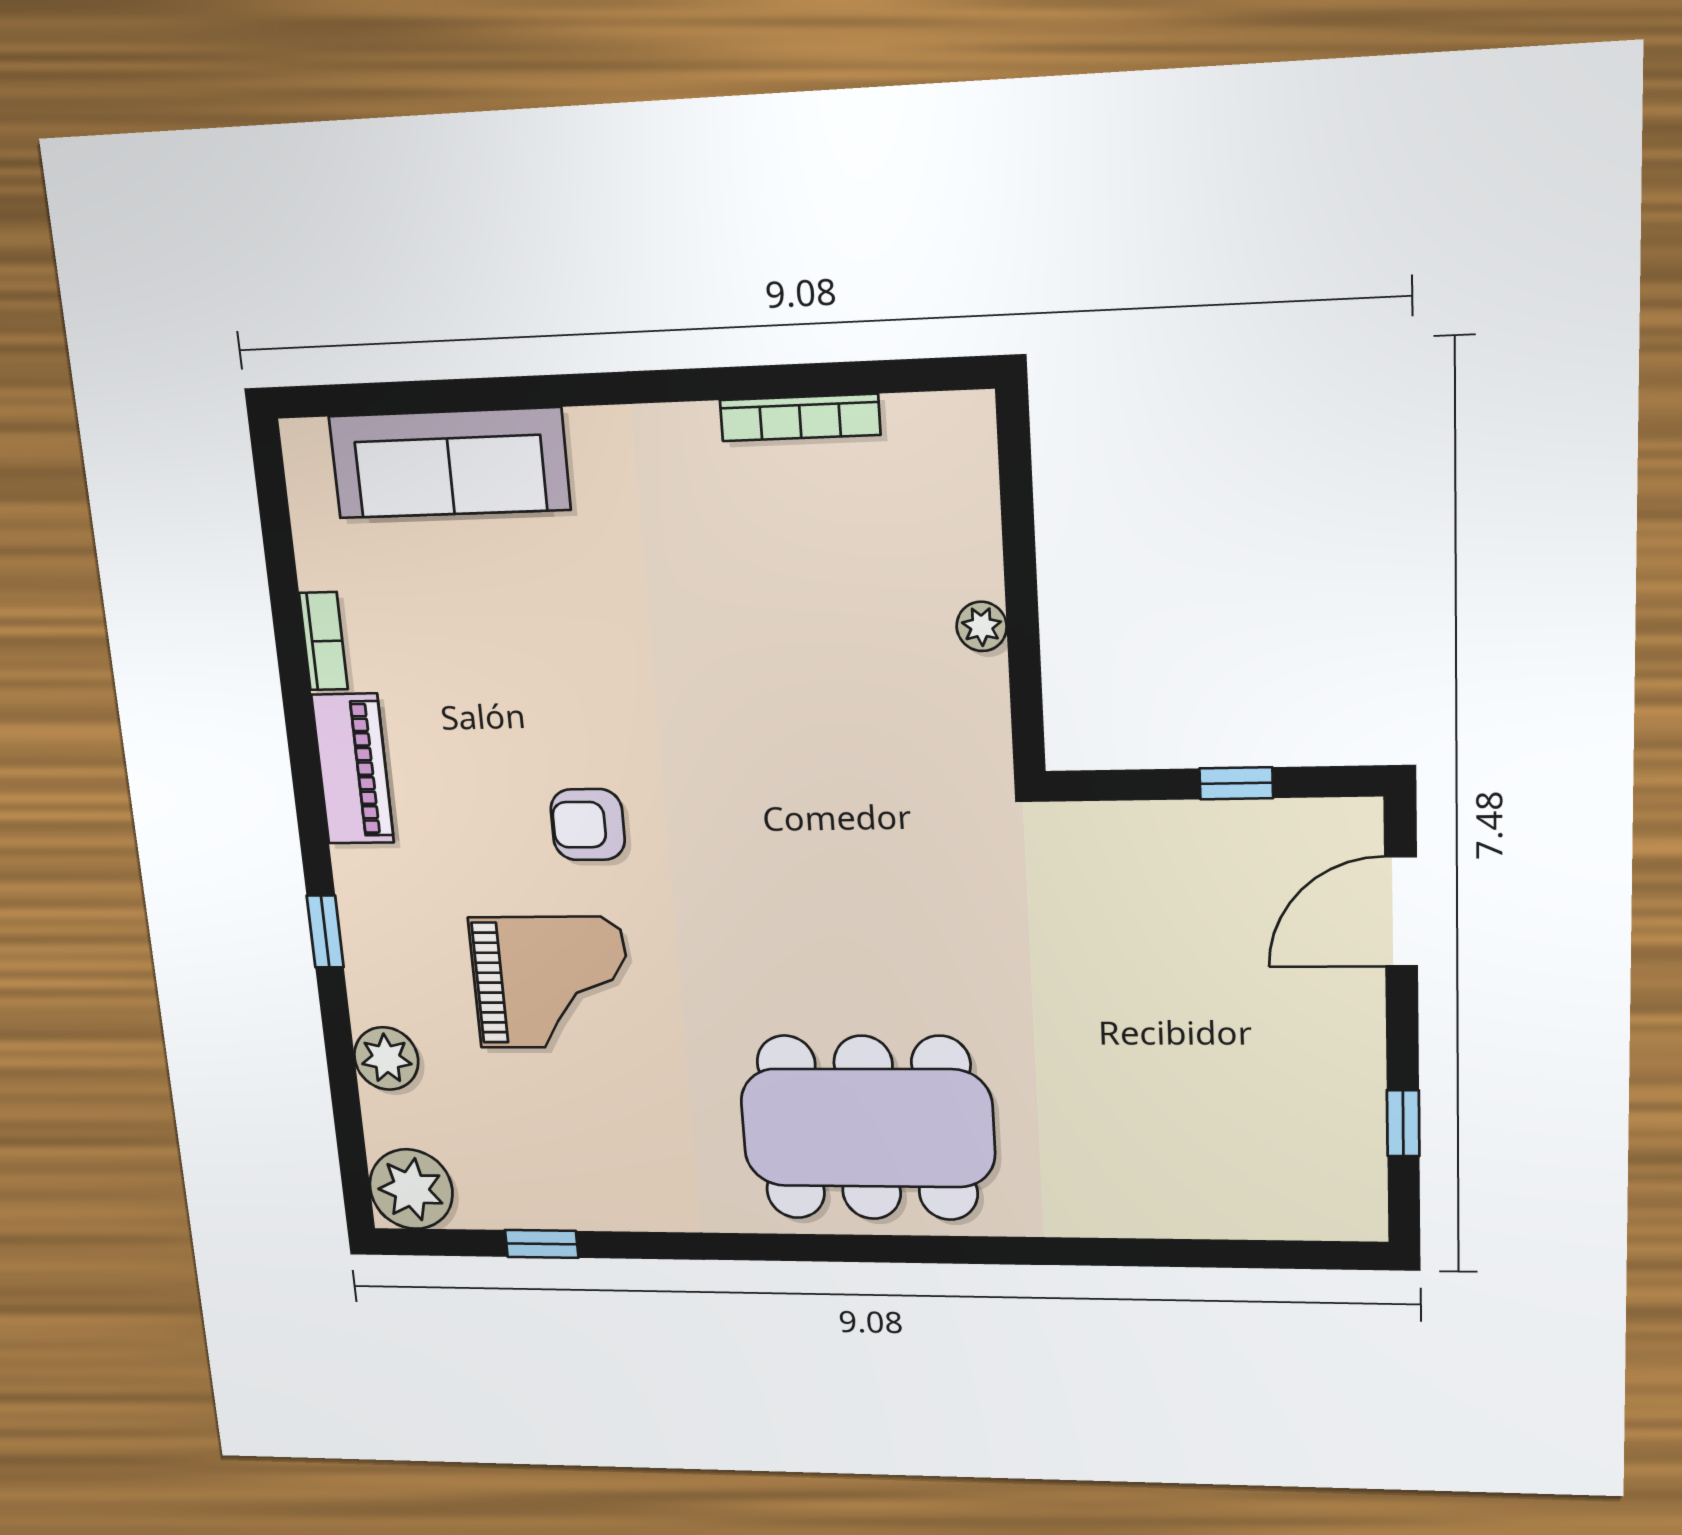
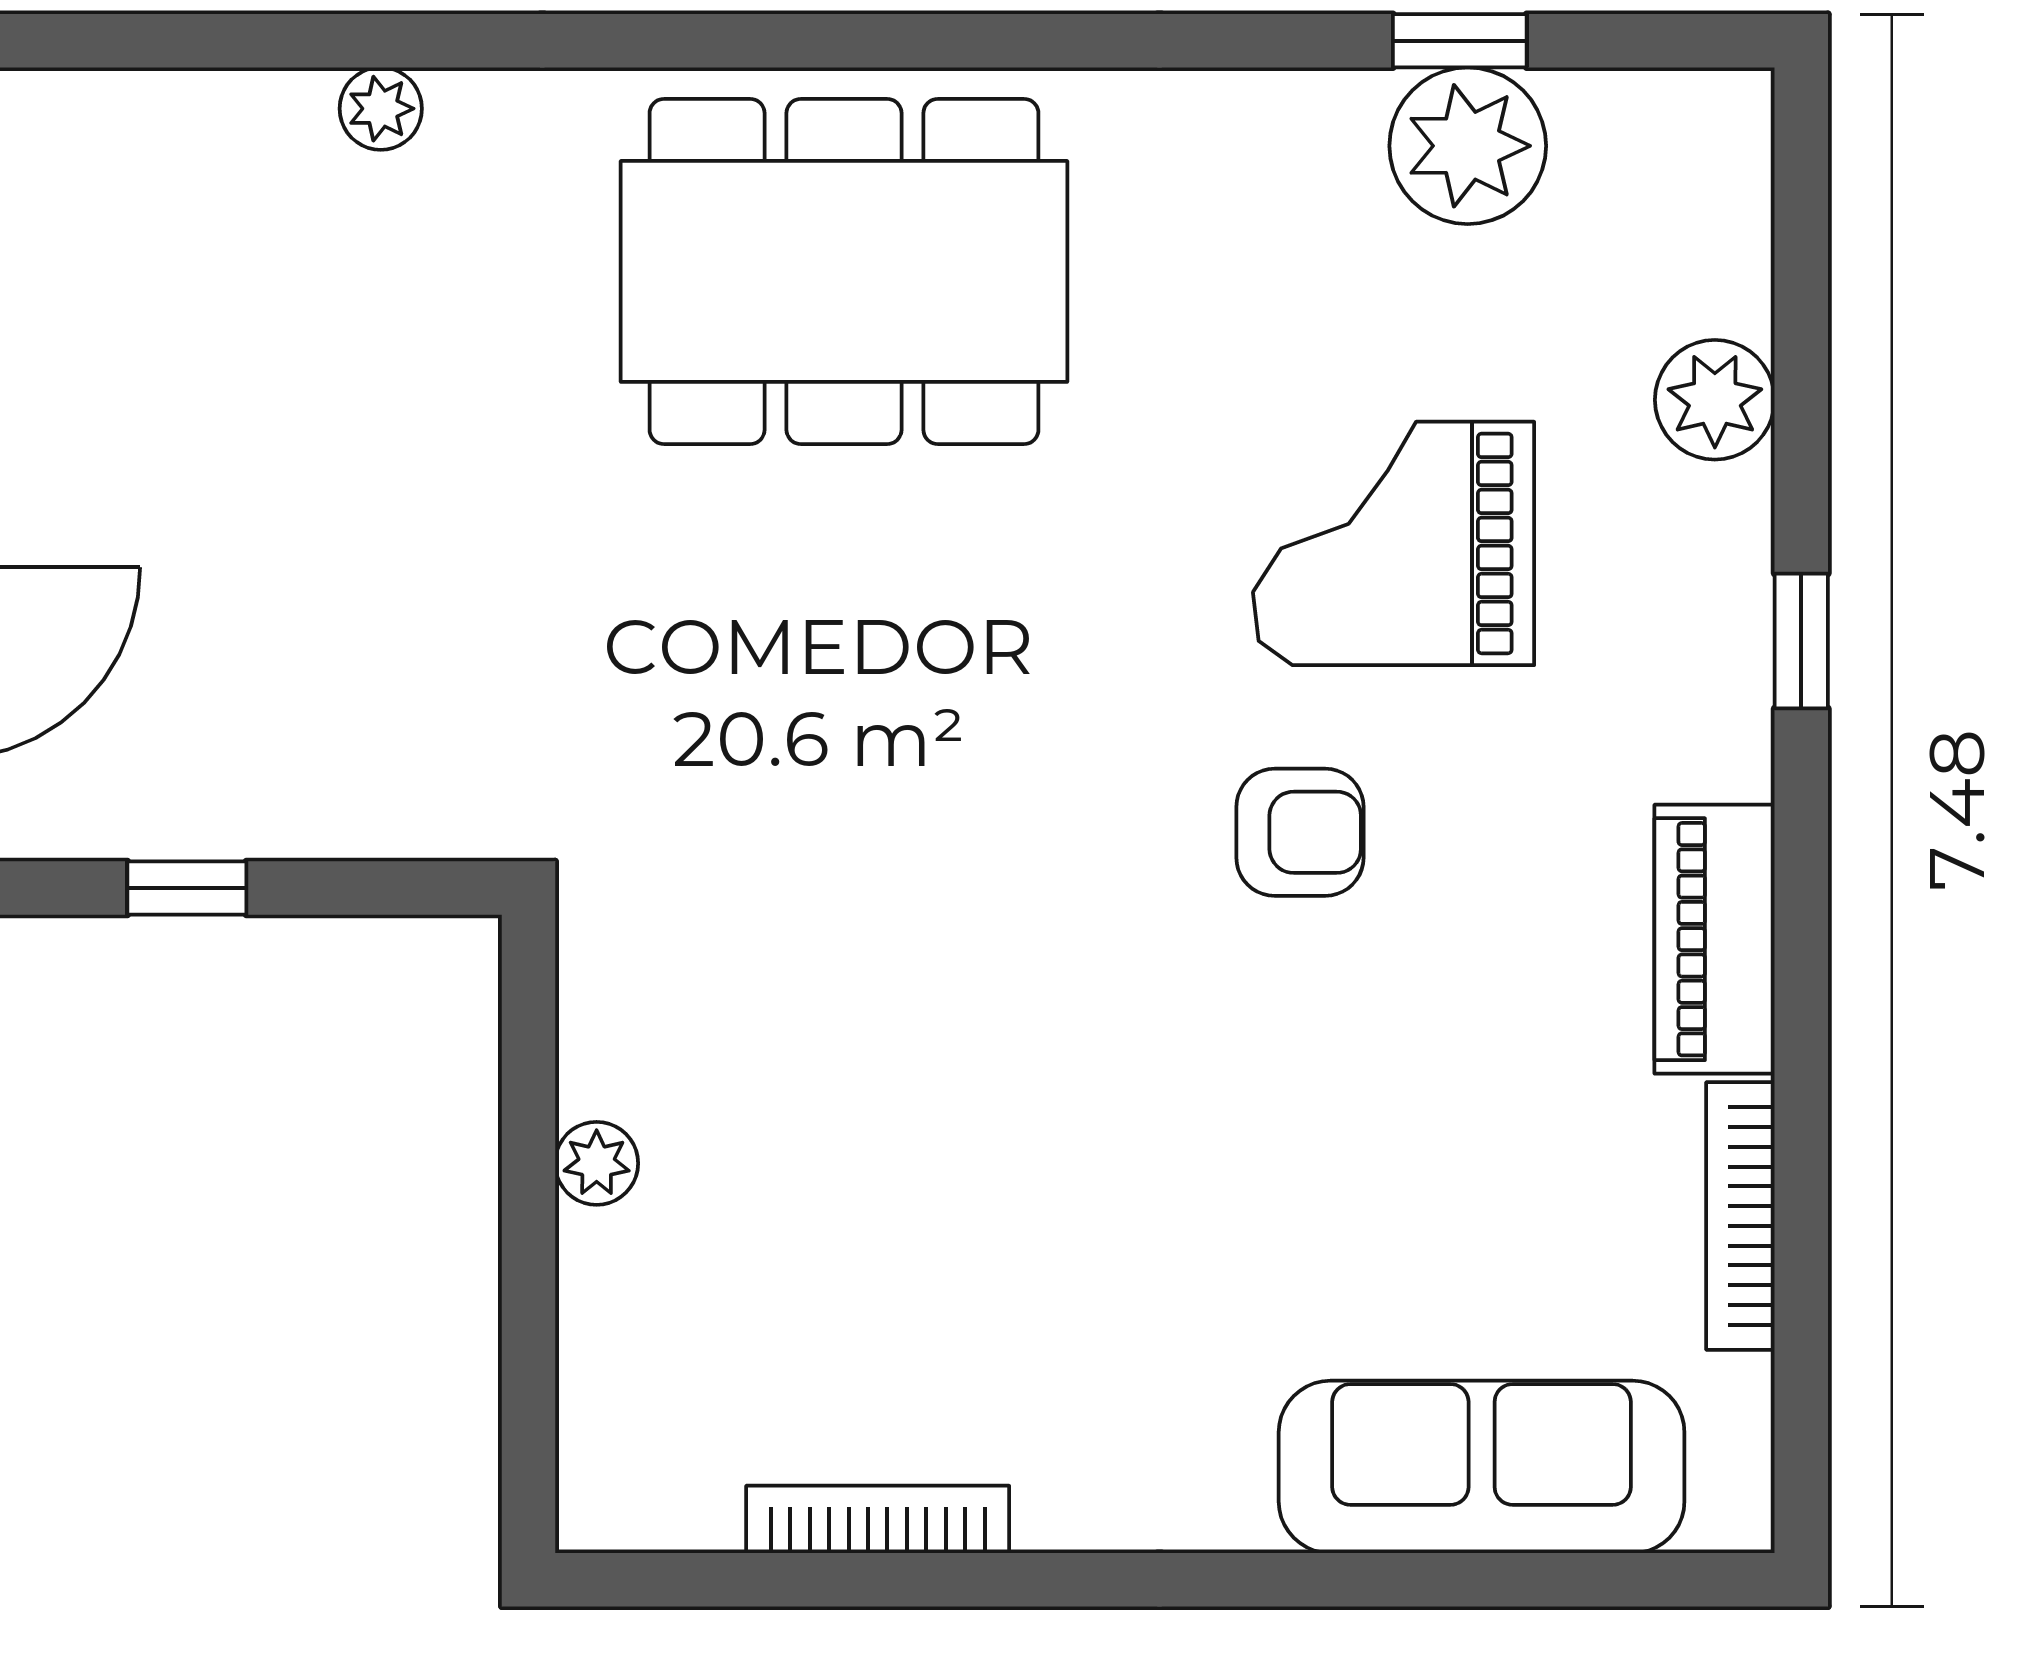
bookcase: (324, 641) -> (1740, 1216), width x1.56
plant: (411, 1189) -> (1468, 146), moved
plant: (1135, 1217) -> (381, 109), added

